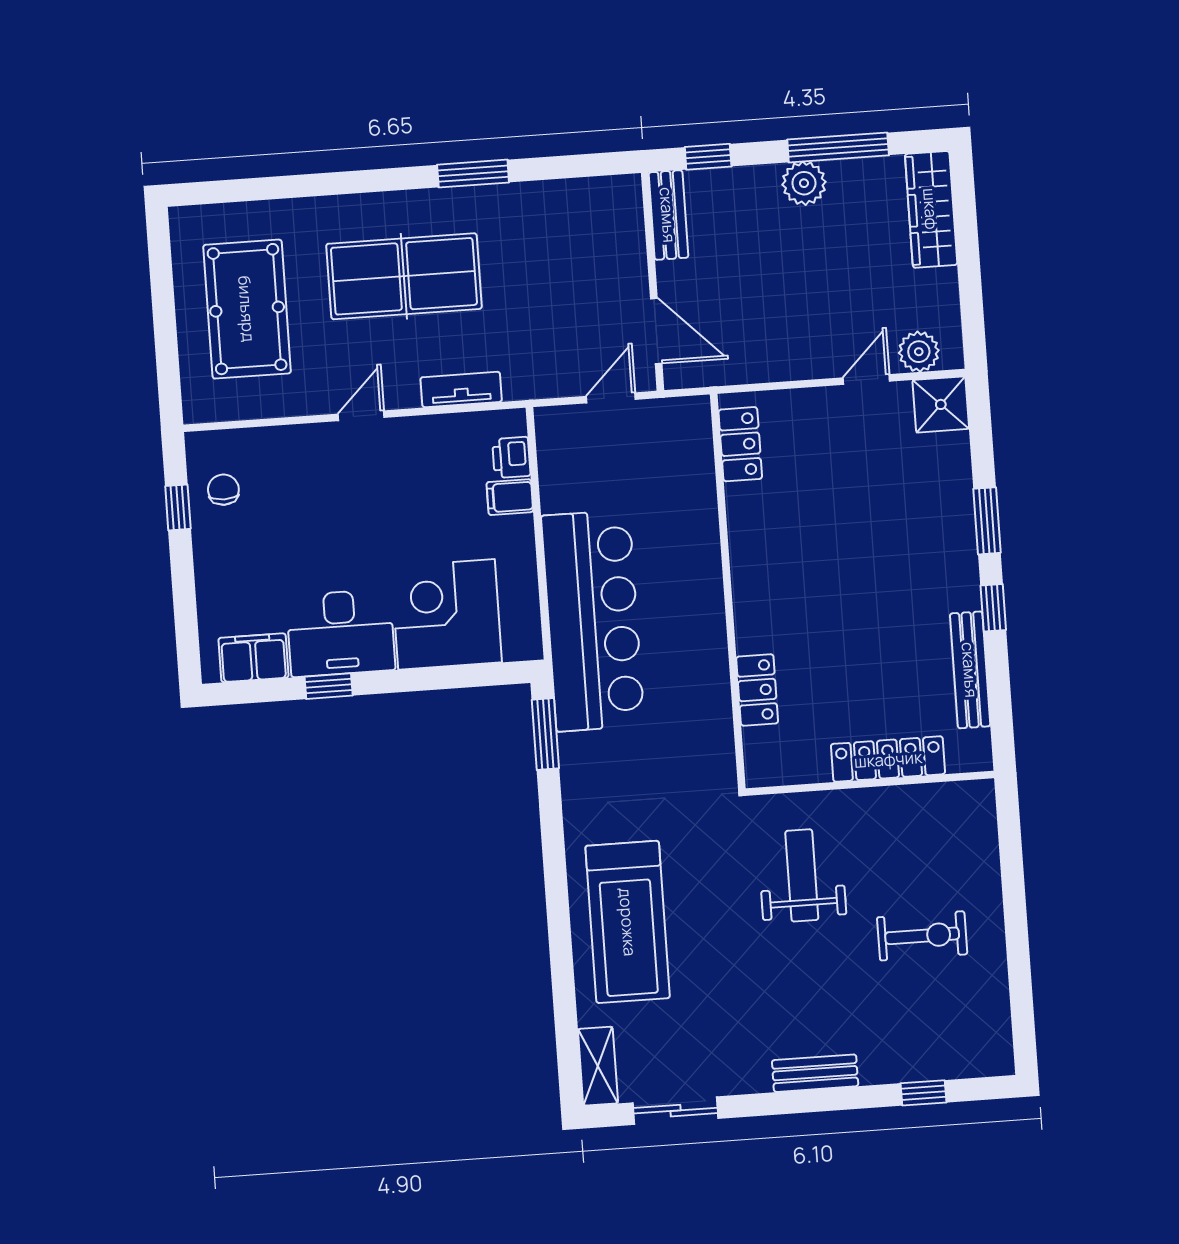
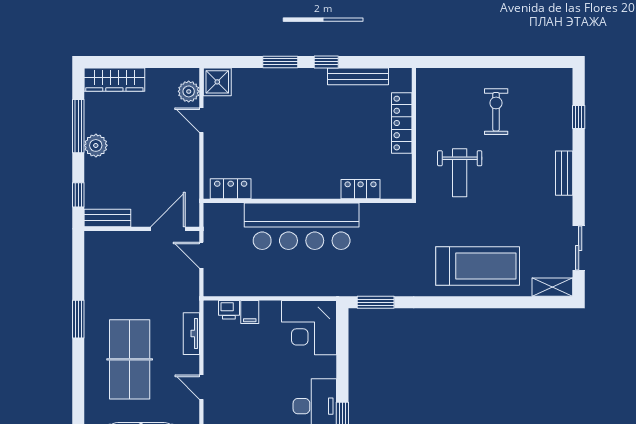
corner desk: (446, 614) -> (309, 328), moved
bar counter: (593, 621) -> (302, 226), moved, turned 180
weight bench: (802, 875) -> (460, 173), turned -90

